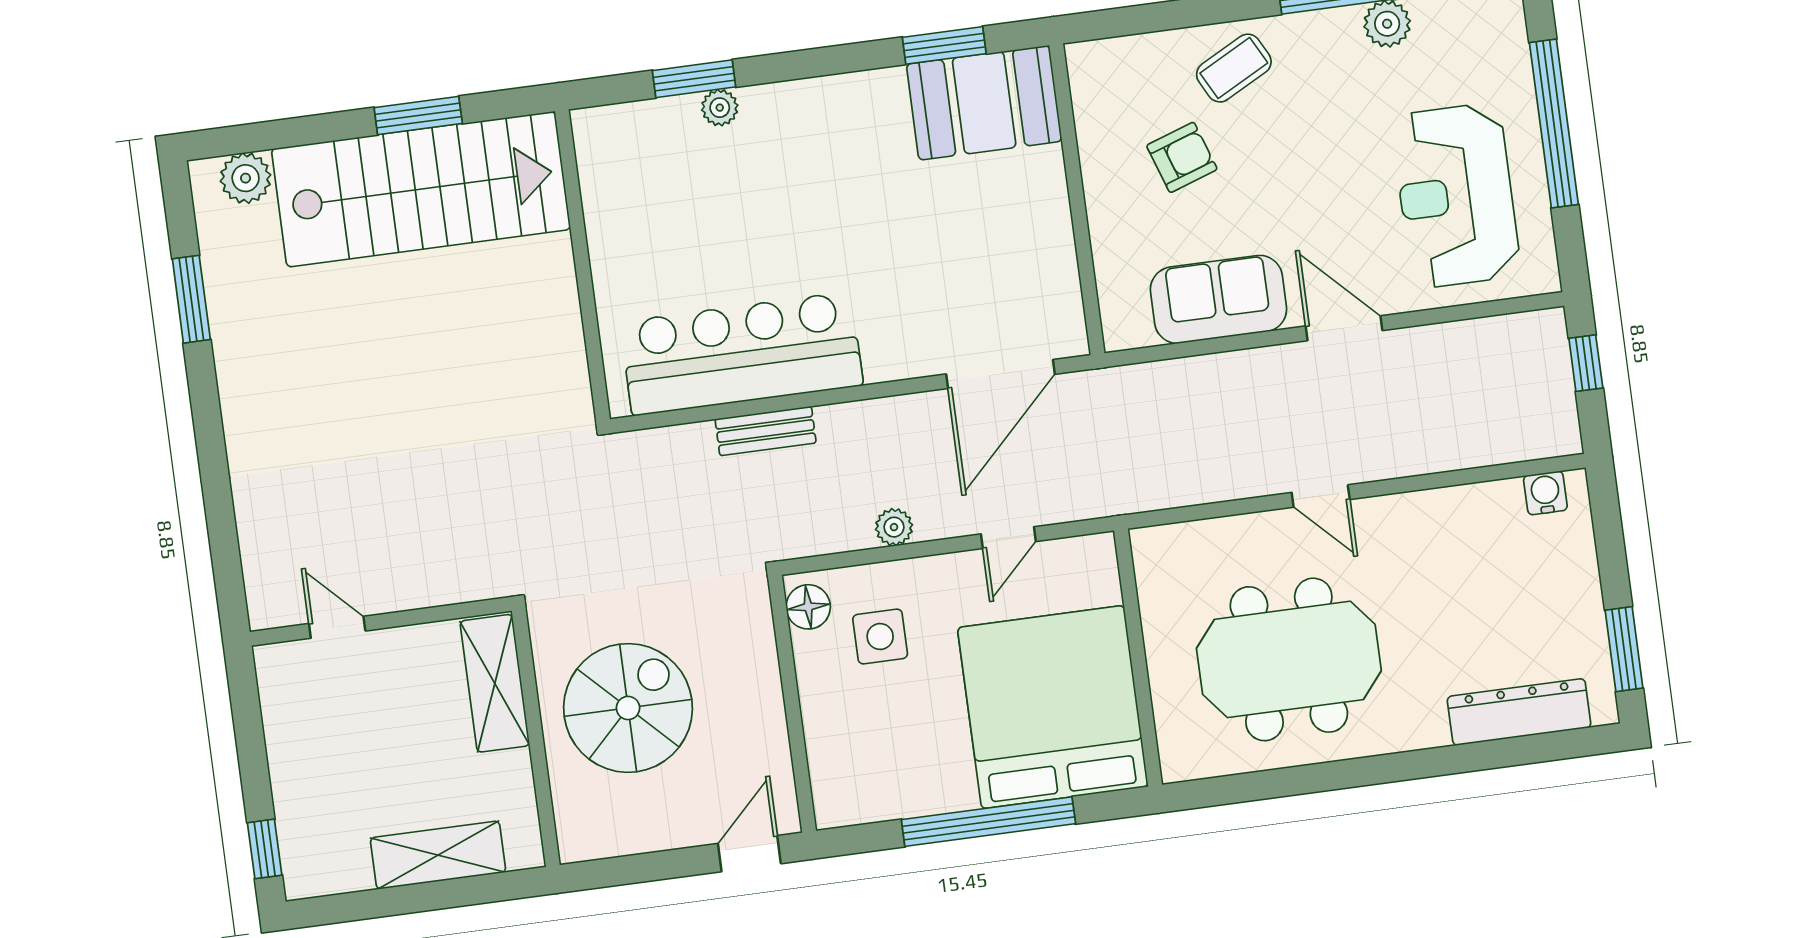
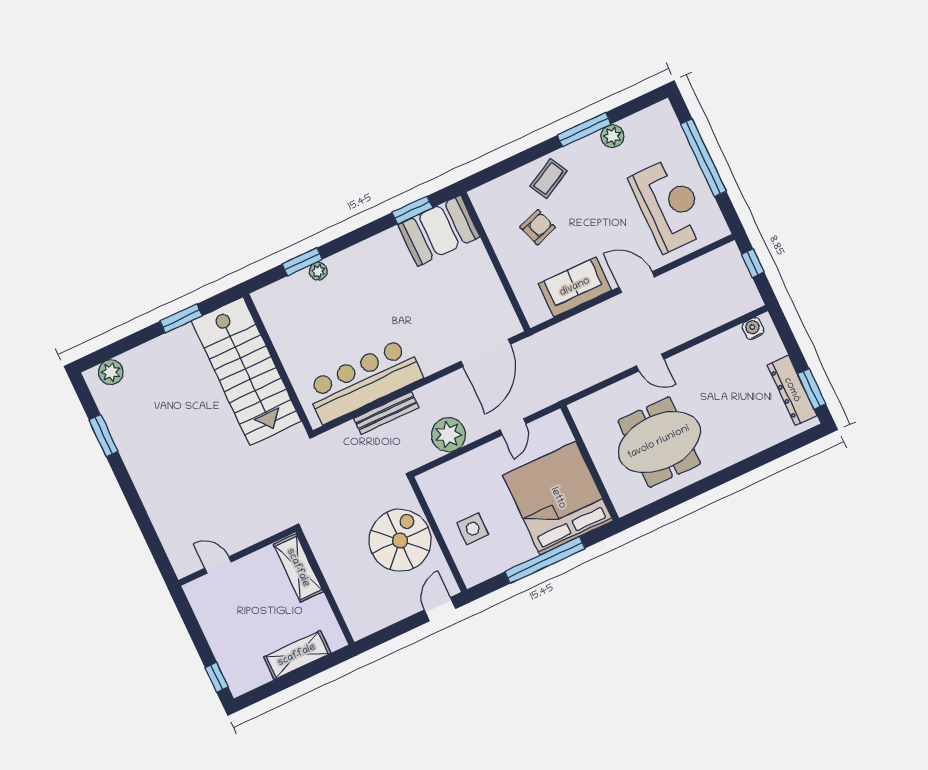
stairs: (421, 189) -> (246, 371), moved, turned 90
reception desk: (1456, 196) -> (669, 205), turned 180
bench: (766, 431) -> (386, 413), width x1.36
plant: (894, 527) -> (448, 435), width x1.88, depth x1.88
floor lamp: (808, 607) -> (431, 488), removed
side table: (880, 636) -> (473, 529), moved
spiral stairs: (628, 708) -> (400, 540), moved
dresser: (1519, 712) -> (792, 390), moved, turned -90

